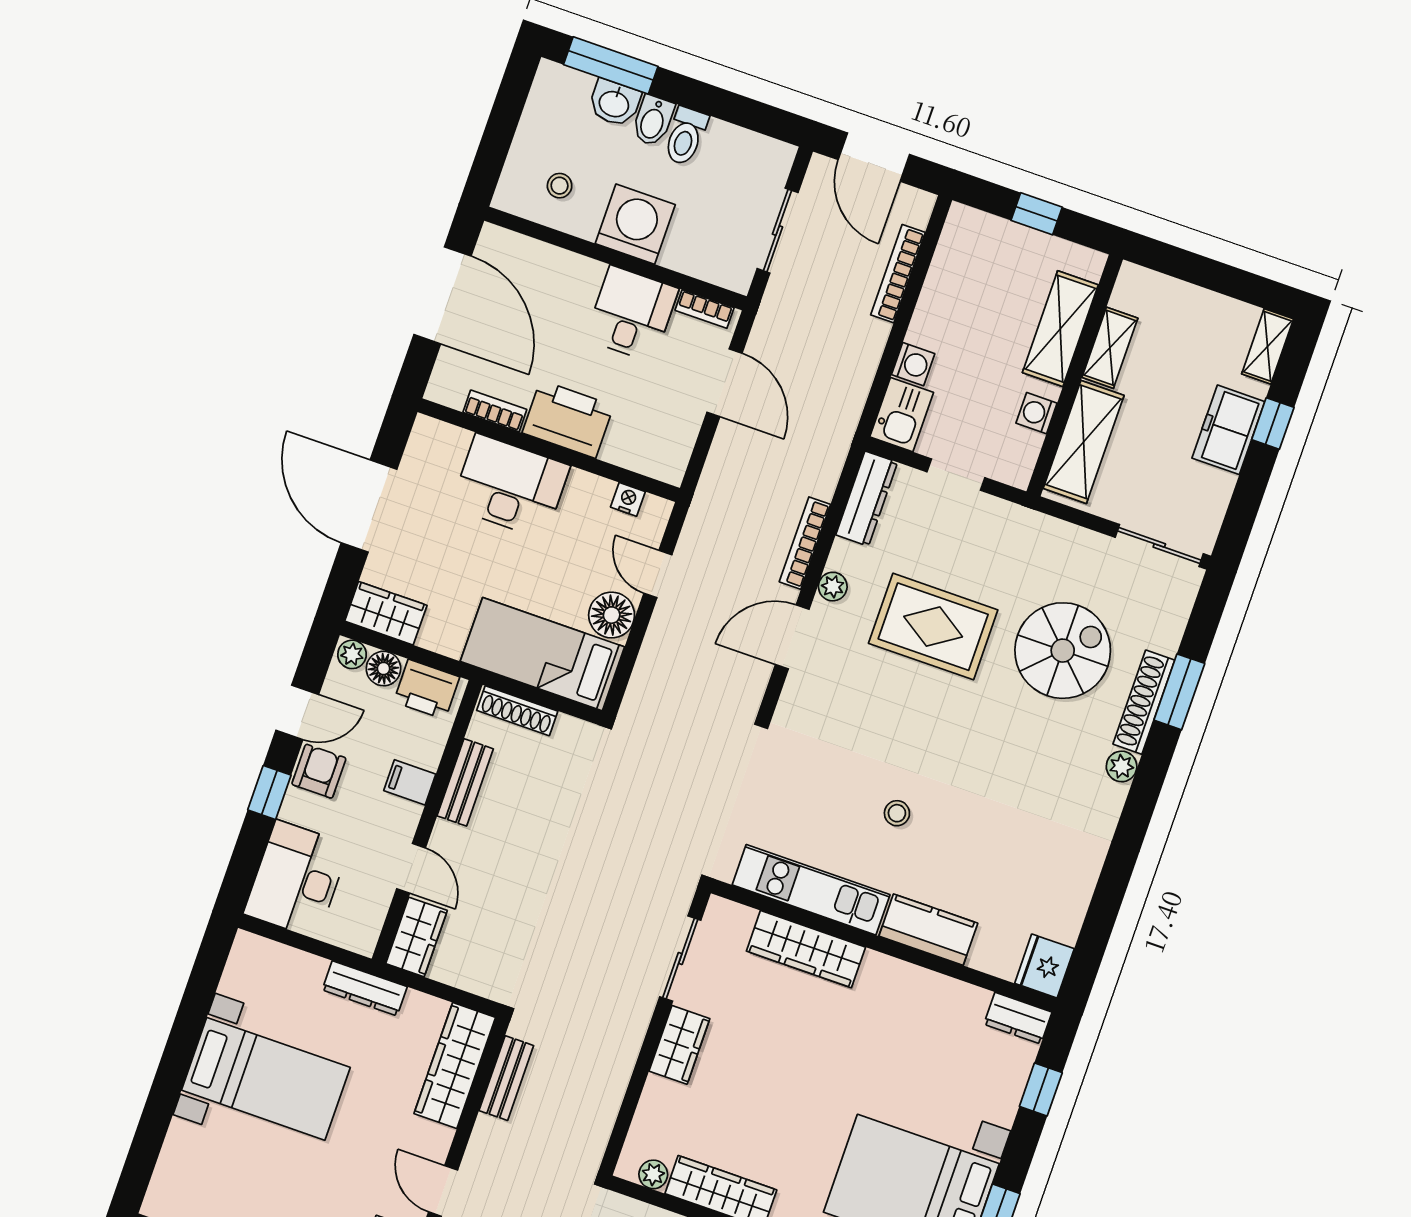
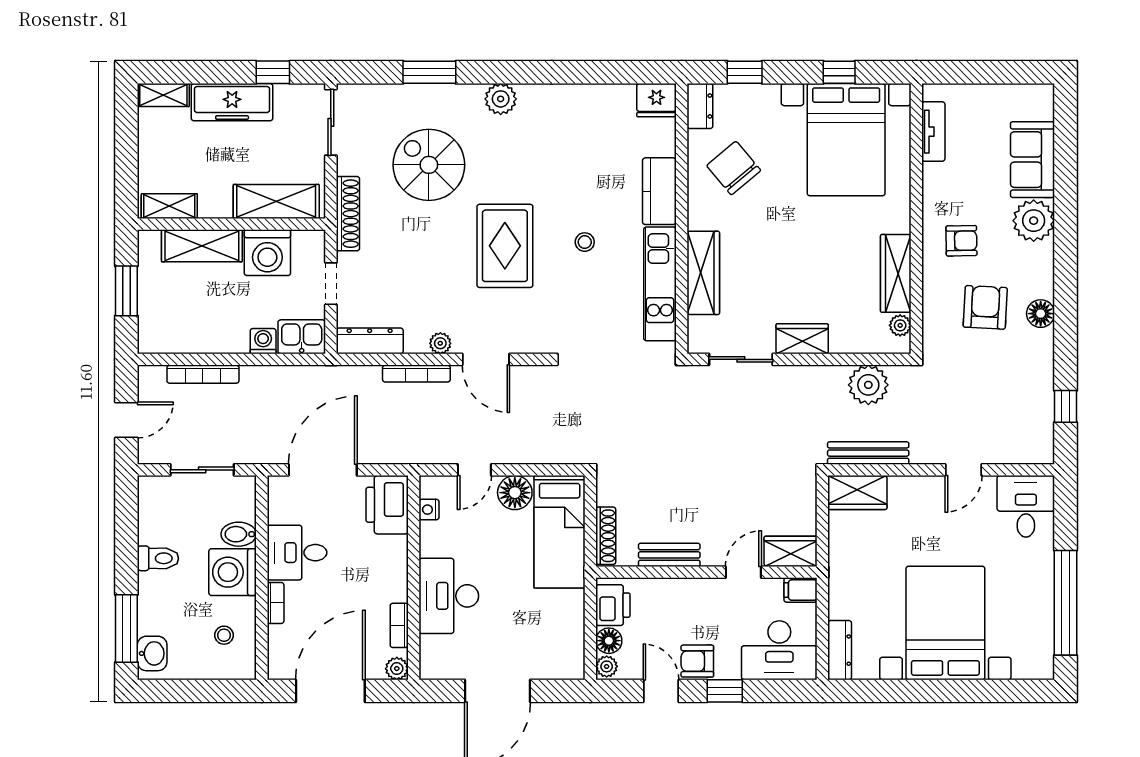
washbasin: (614, 103) -> (152, 653), moved
bidet: (653, 121) -> (239, 534), moved, turned 180
door: (874, 157) -> (126, 420), width x0.73
window: (1037, 214) -> (126, 291), width x1.50
bookcase: (705, 309) -> (276, 603), moved
shelving: (1110, 348) -> (169, 206), moved
door: (725, 383) -> (323, 470), width x1.36
plant: (442, 389) -> (397, 669), added
washing machine: (1037, 413) -> (267, 253), width x1.89, depth x1.89
printer: (568, 419) -> (387, 505), moved
window: (1273, 423) -> (273, 72), moved
freezer: (1228, 430) -> (232, 102), width x1.40
wardrobe: (386, 613) -> (569, 653), removed
rug: (933, 627) -> (505, 246), moved
shoe rack: (1144, 702) -> (348, 214), moved, turned -90
plant: (1122, 766) -> (501, 99), width x1.38, depth x1.38
filing cabinet: (410, 782) -> (801, 590), moved, turned 90
dresser: (365, 988) -> (840, 650), moved
chair: (925, 1033) -> (734, 168), added
wardrobe: (455, 1066) -> (857, 493), width x0.67
bench: (506, 1078) -> (868, 453), width x1.36
bed with nightstands: (266, 1079) -> (945, 623), width x1.36
plant: (592, 1108) -> (868, 385), added

